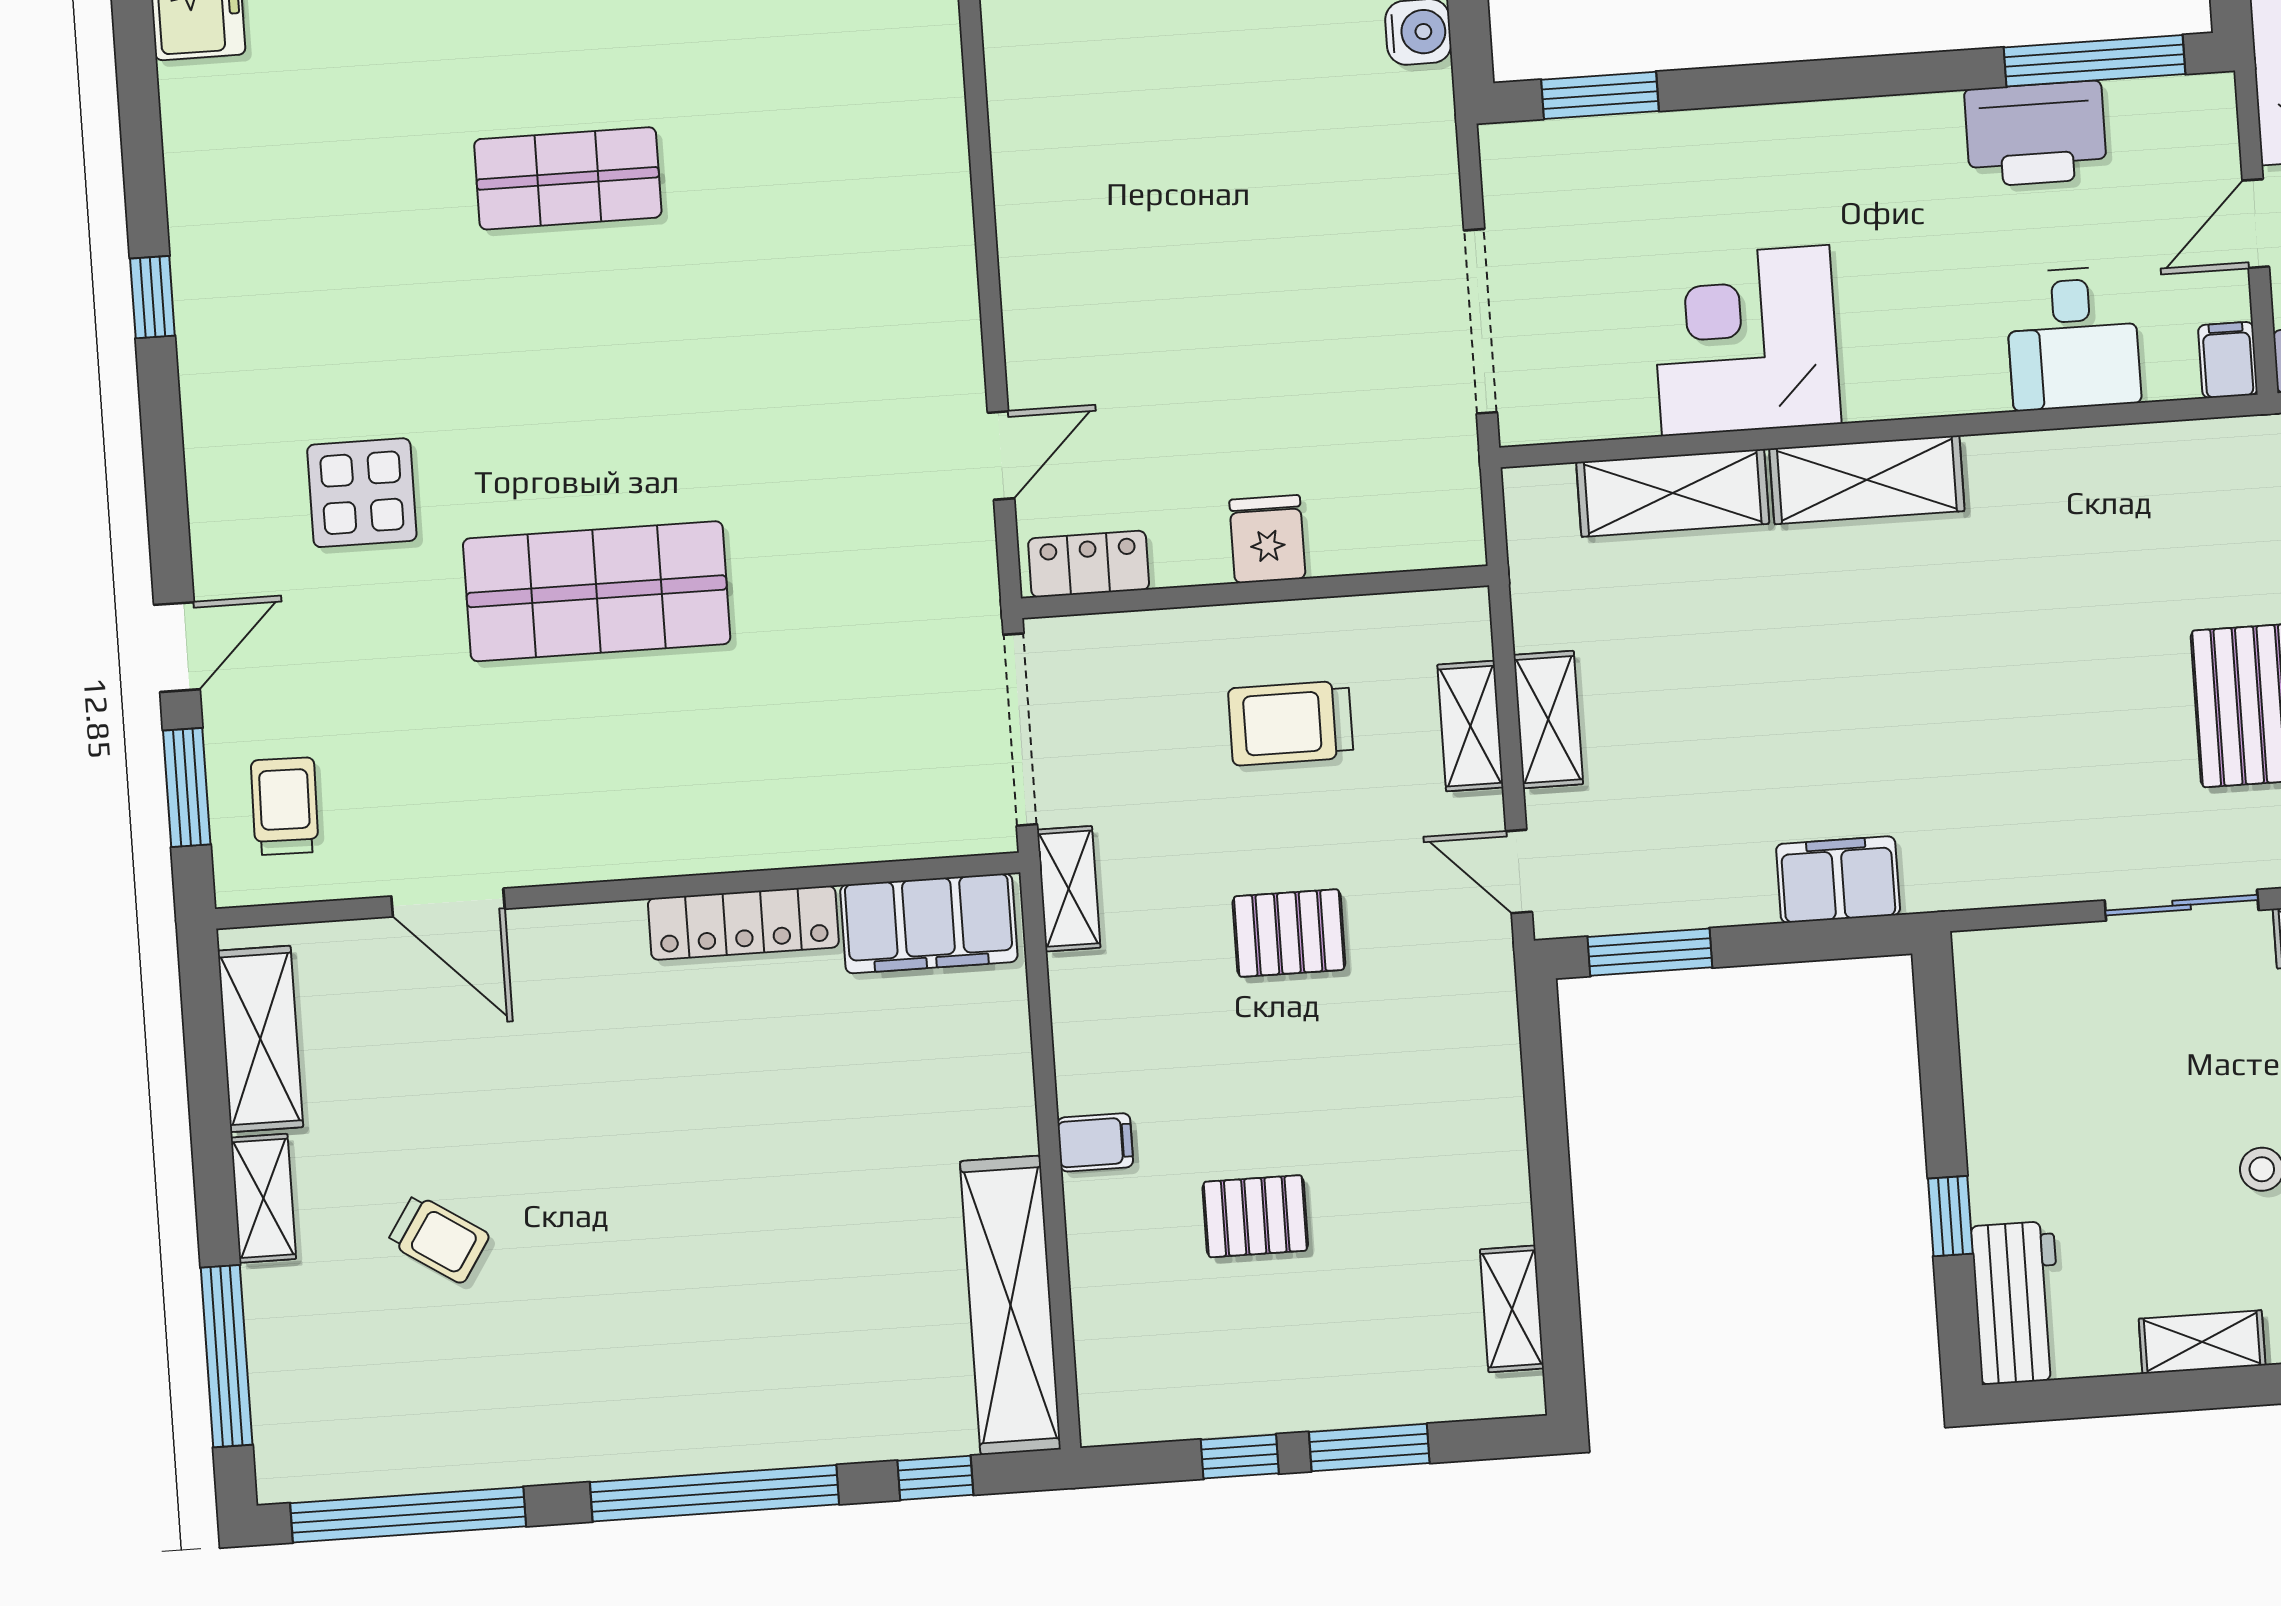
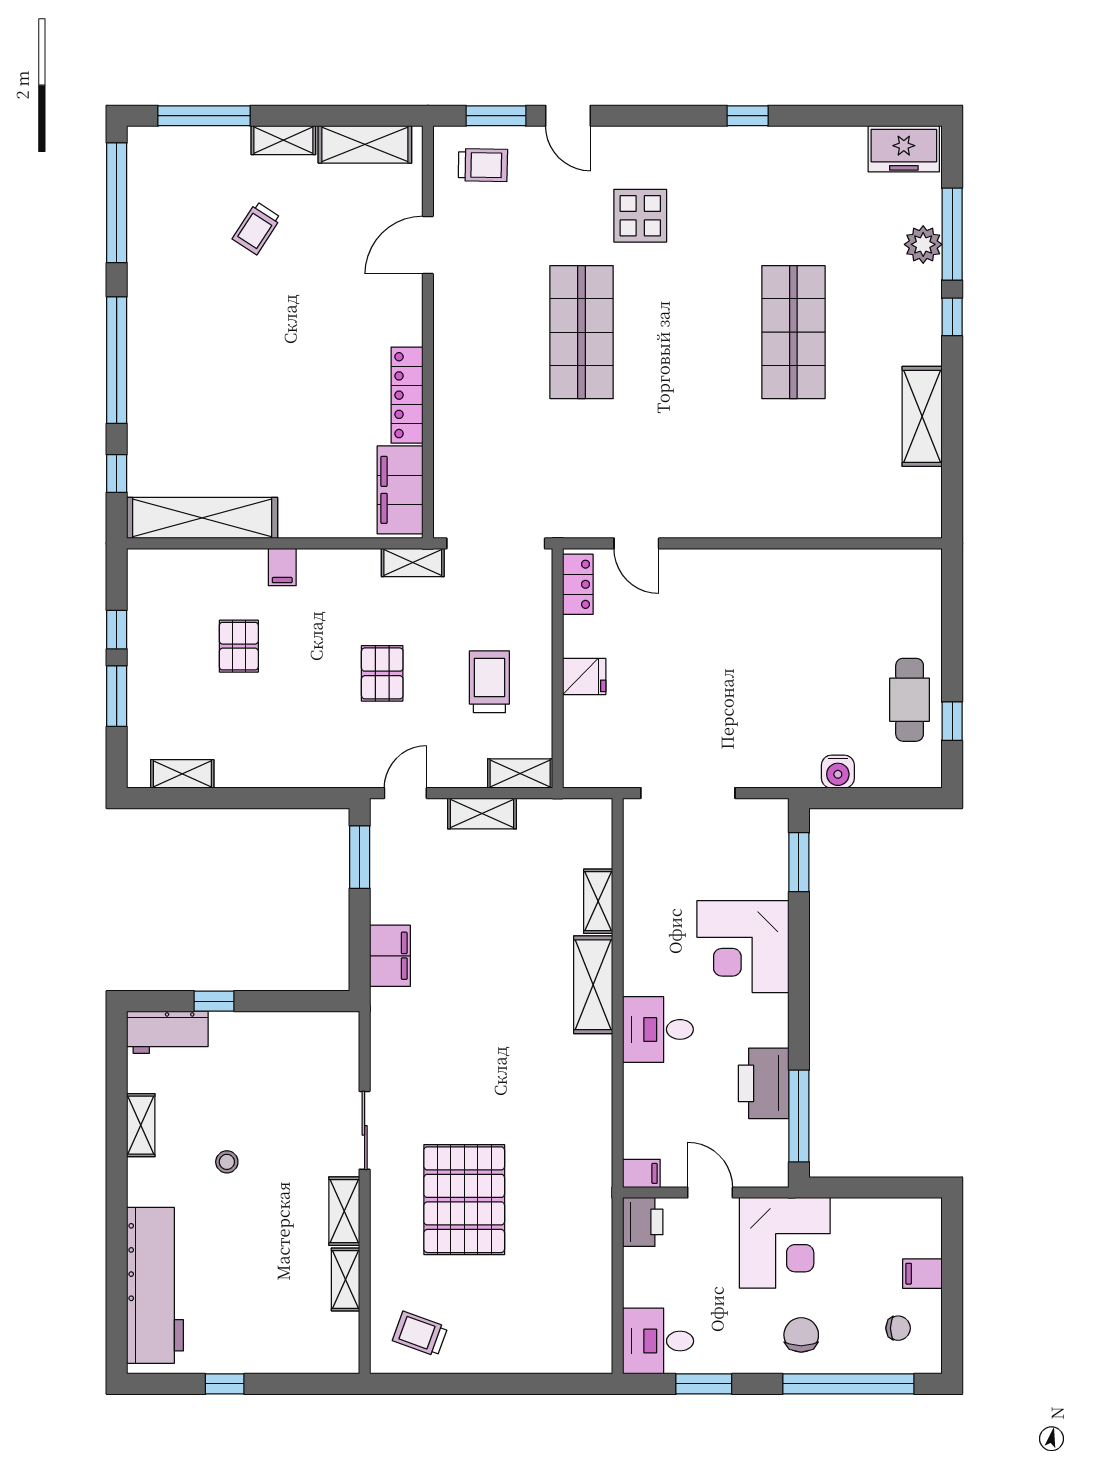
shop shelf: (568, 178) -> (793, 332), width x1.43, depth x1.36
desk: (2073, 338) -> (658, 1029), moved
corner desk: (1746, 340) -> (743, 947), moved, turned 180
shelving: (1673, 493) -> (598, 901), width x0.67, depth x0.75
shelving: (1470, 726) -> (520, 773), moved

